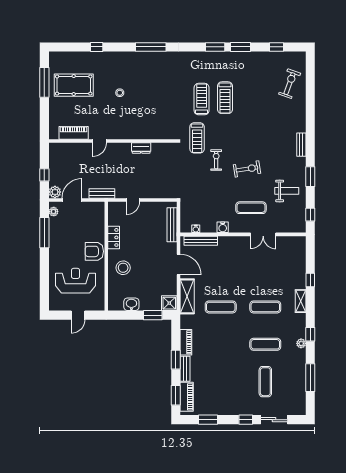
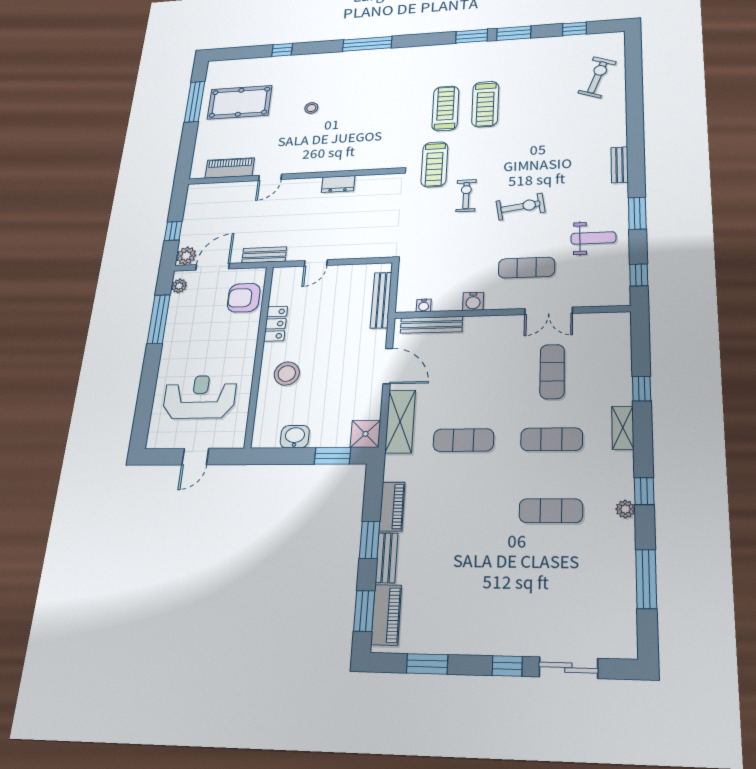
armchair: (94, 251) -> (244, 298), moved
exercise mat: (265, 382) -> (552, 372), moved

